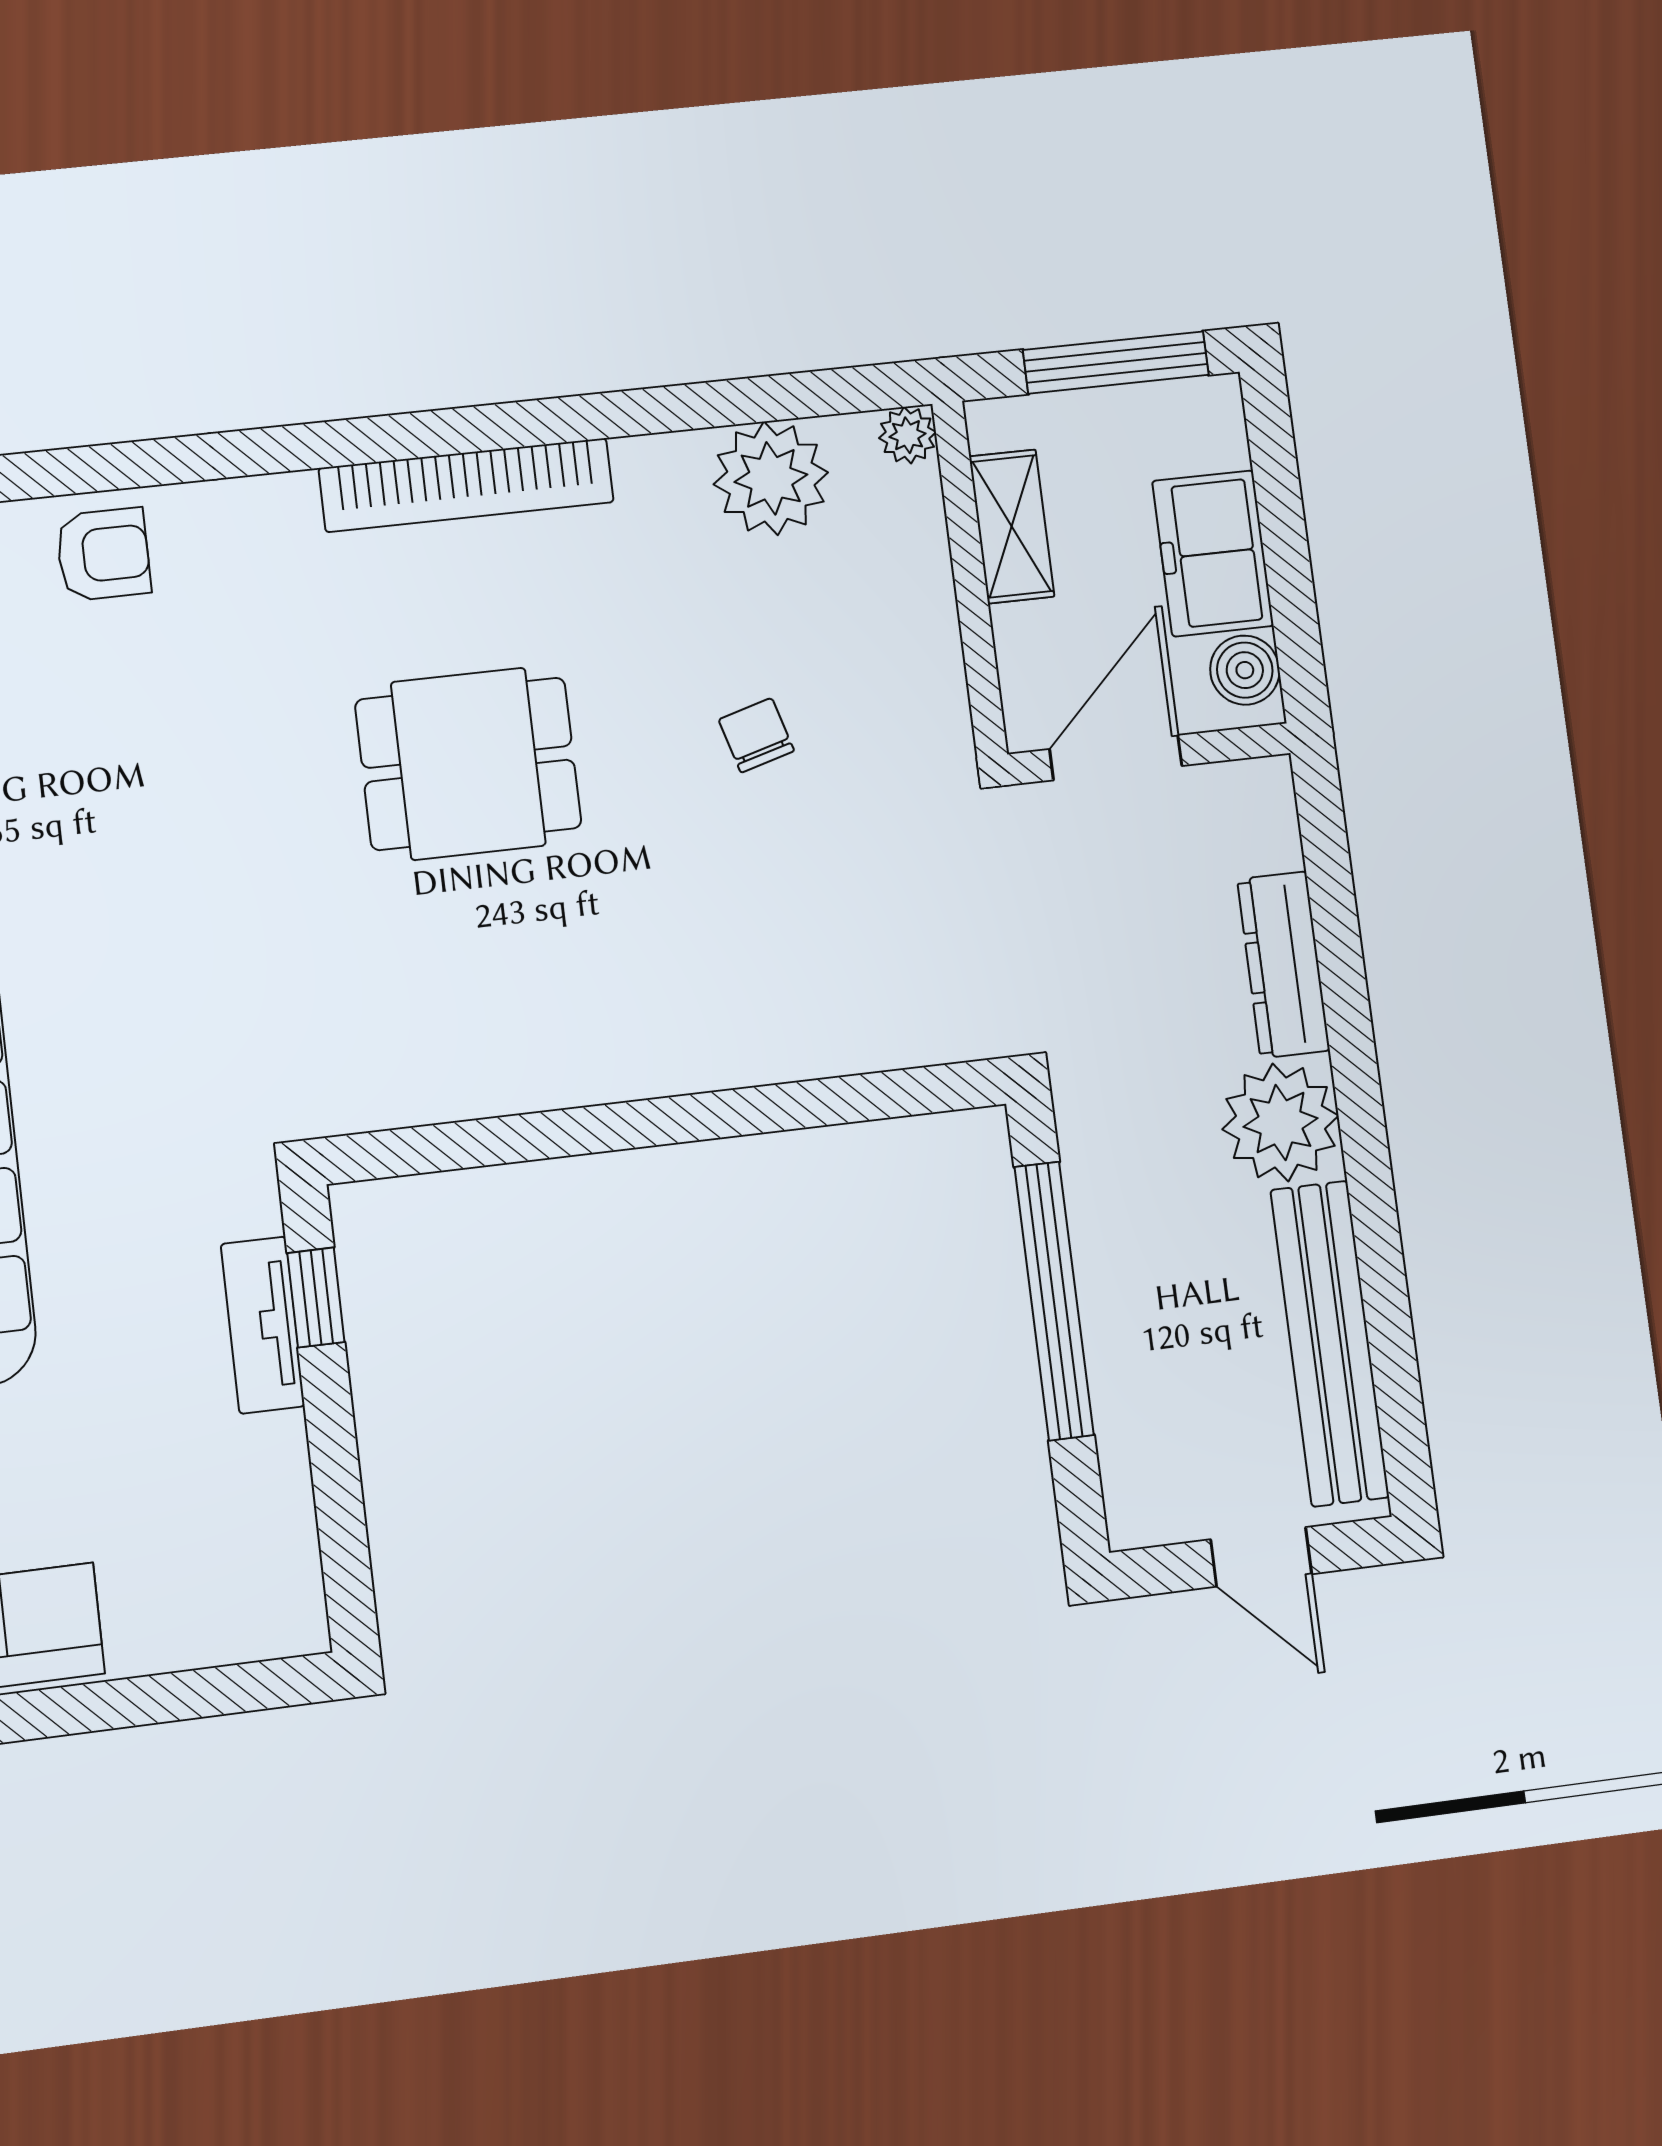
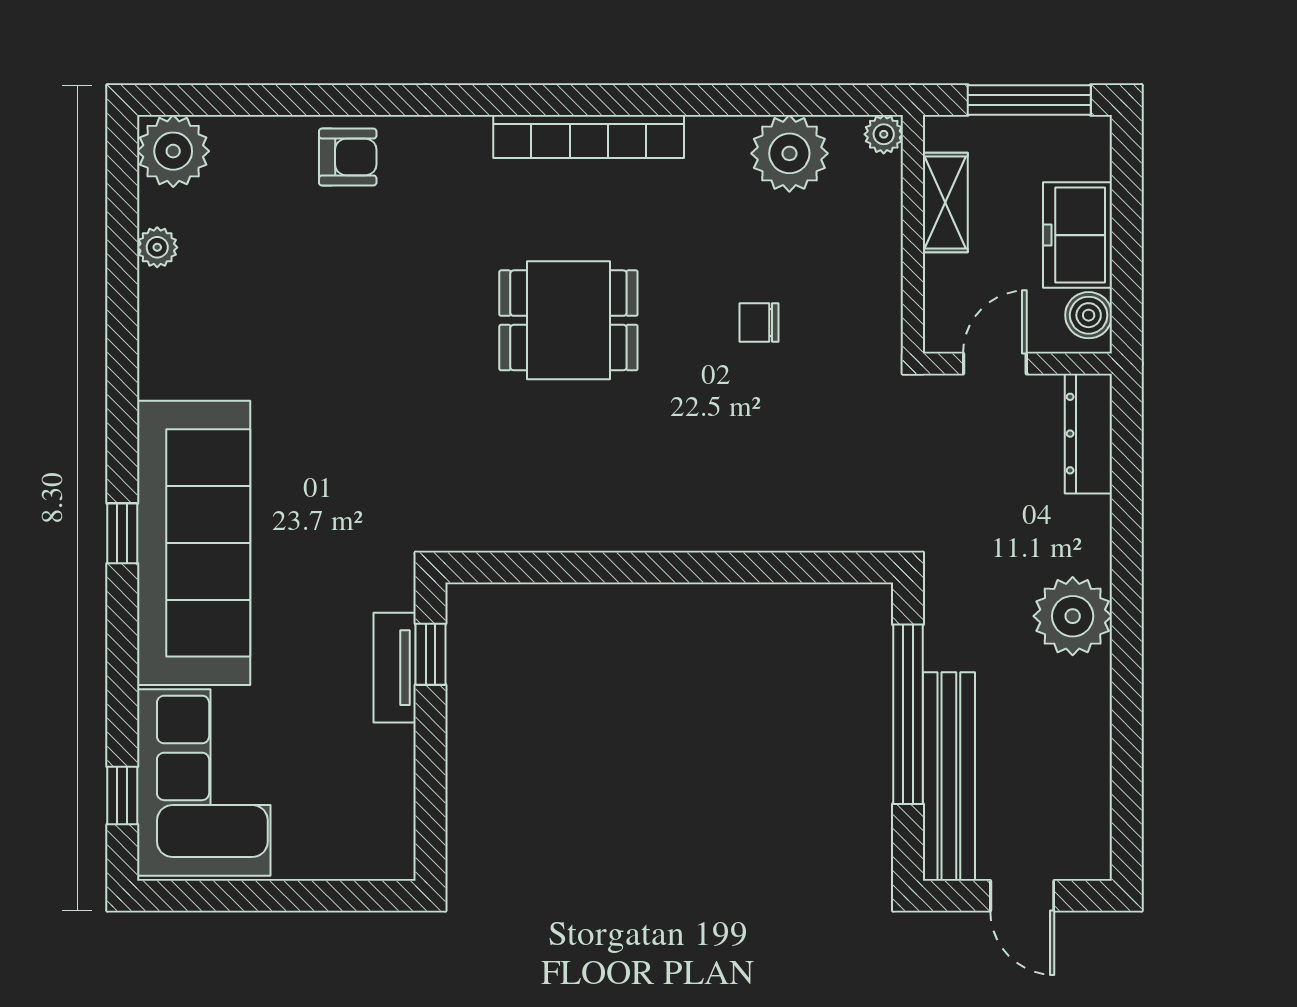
chair: (756, 735) -> (759, 322), turned -74
door: (1116, 758) -> (995, 364), width x0.73
dresser: (1283, 965) -> (1088, 434), moved
bench: (1330, 1343) -> (949, 776), moved

